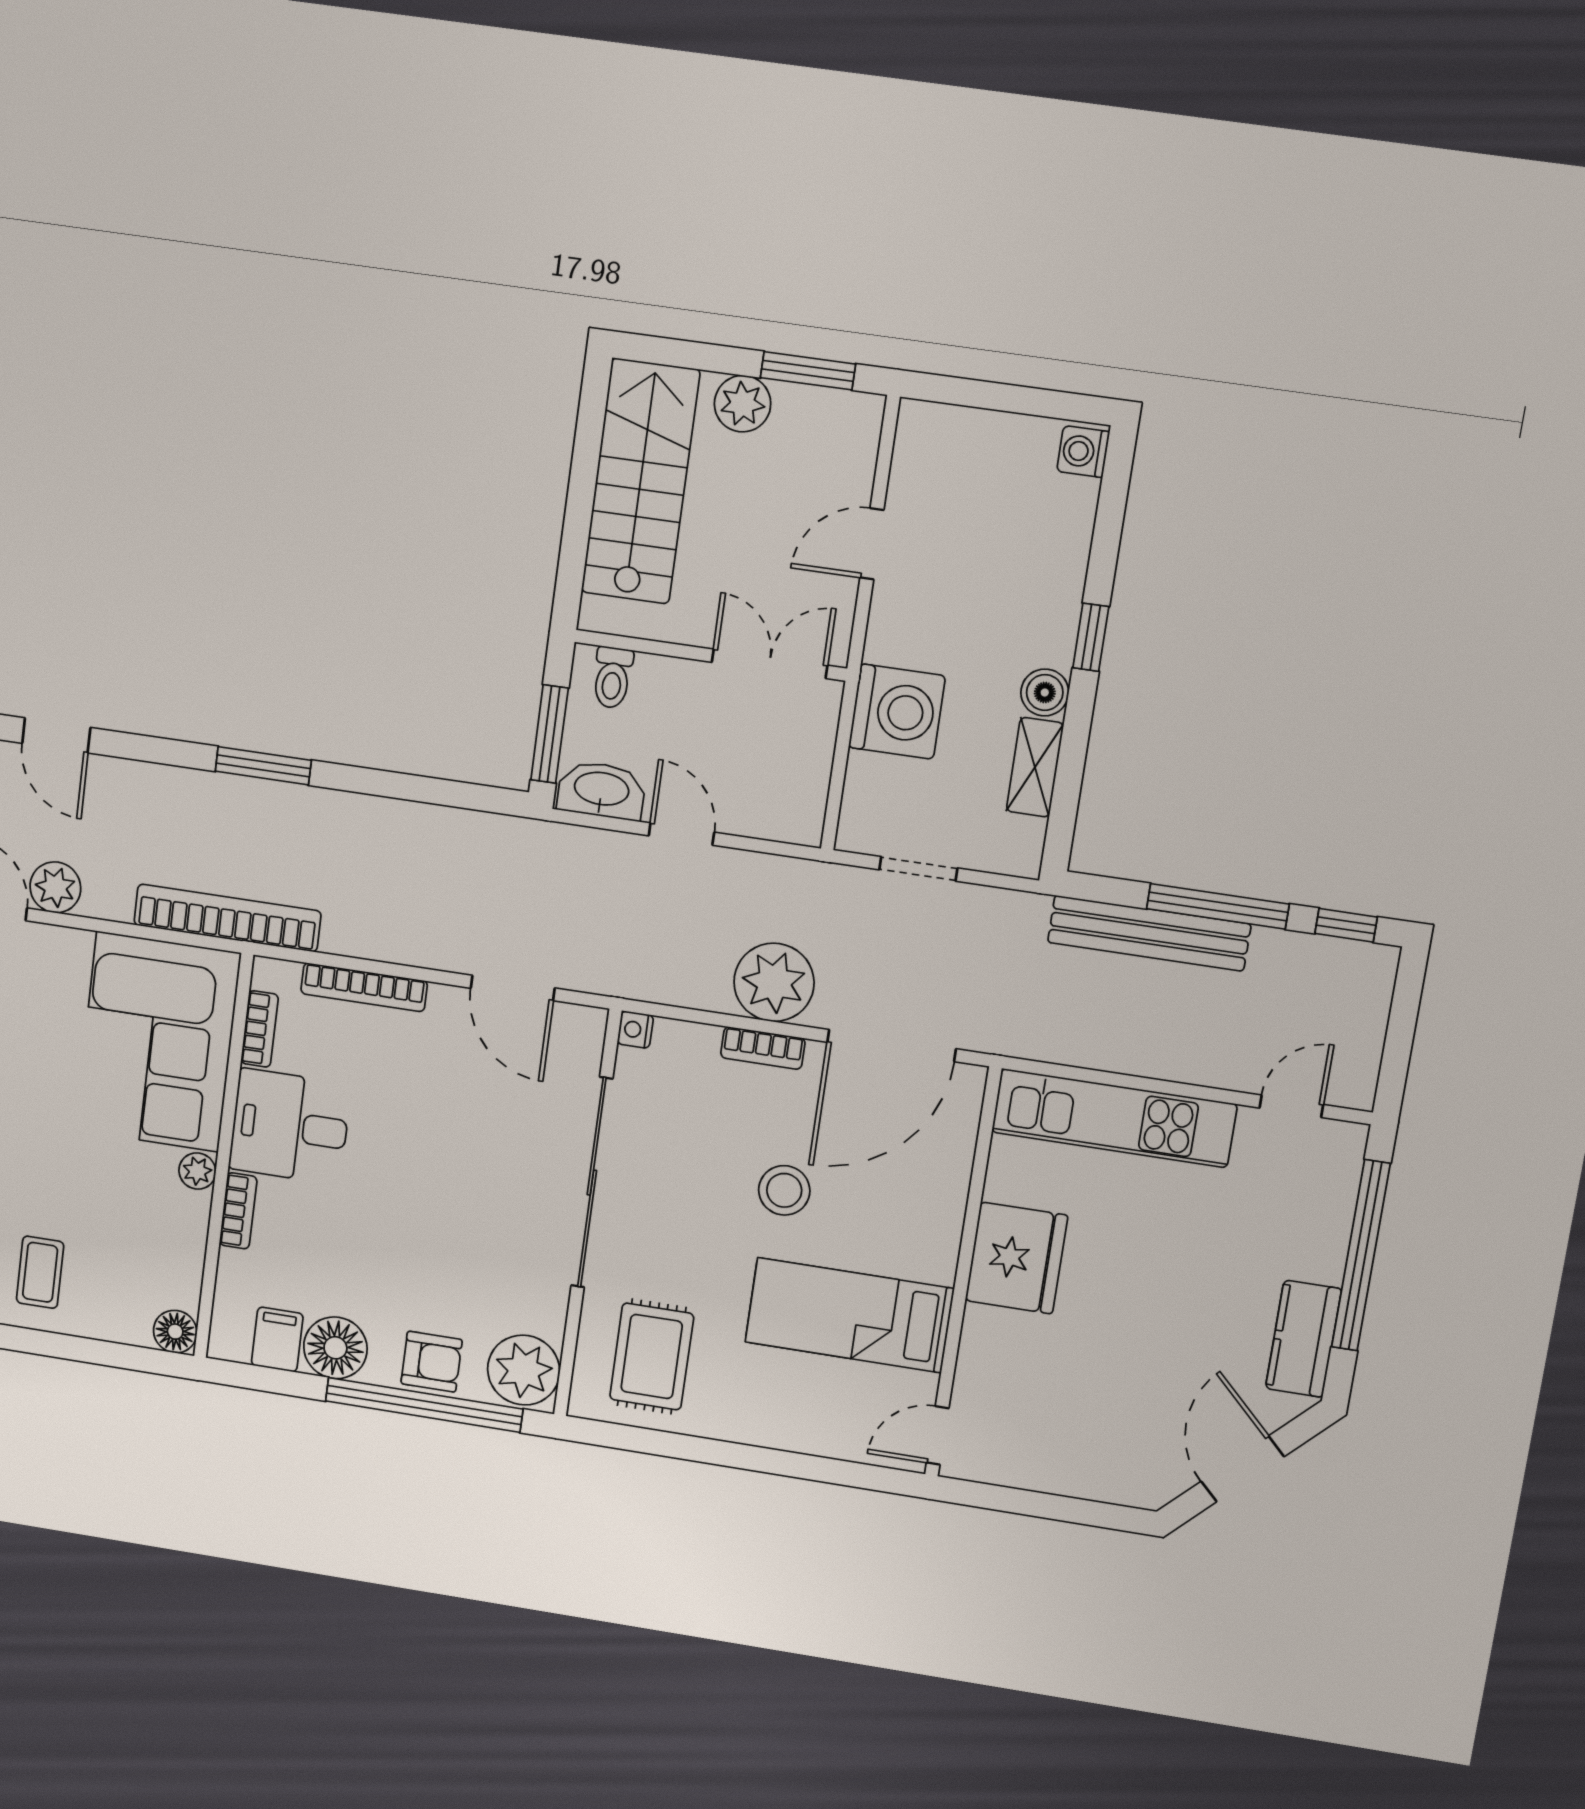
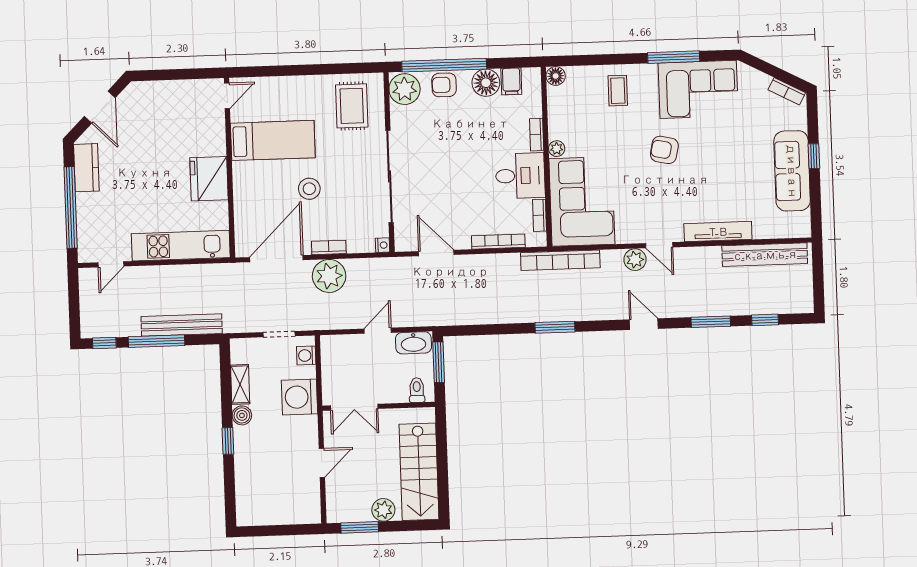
washing machine: (1083, 452) -> (306, 355), moved, turned 180
door: (681, 834) -> (378, 331), swing flipped

